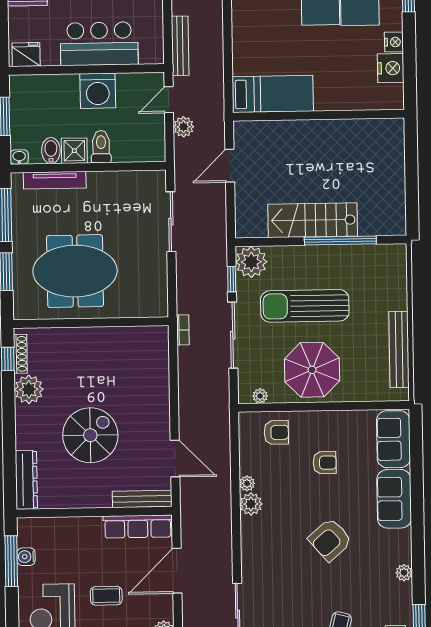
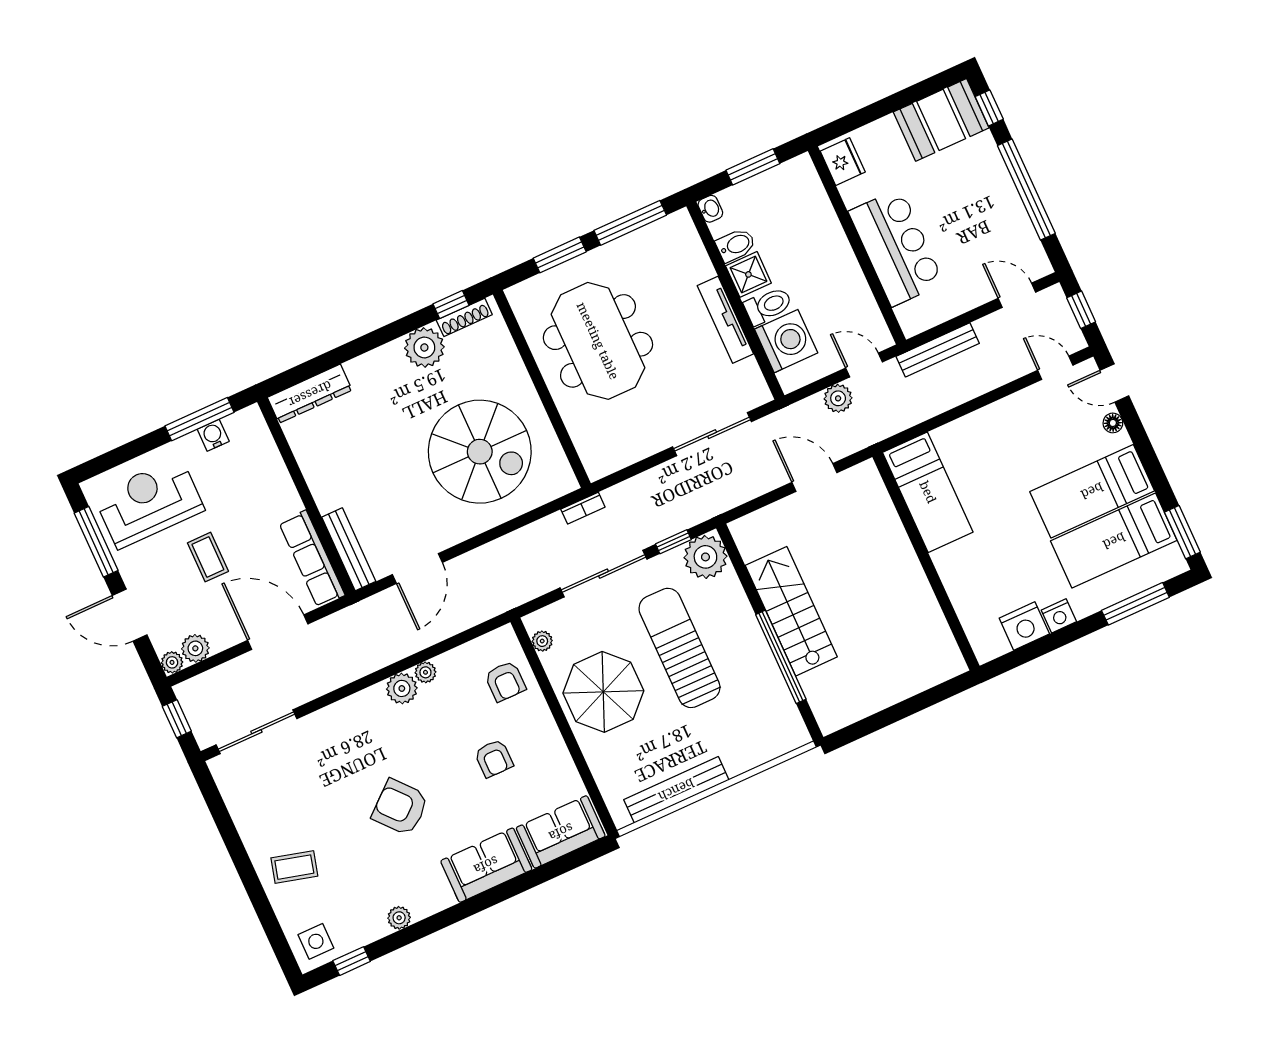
washing machine: (98, 91) -> (786, 341), moved, turned 180
tv unit: (55, 180) -> (725, 320), moved
spiral stairs: (90, 435) -> (480, 452), moved, width x1.37, depth x1.37

